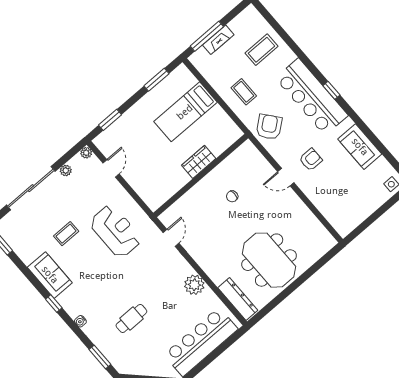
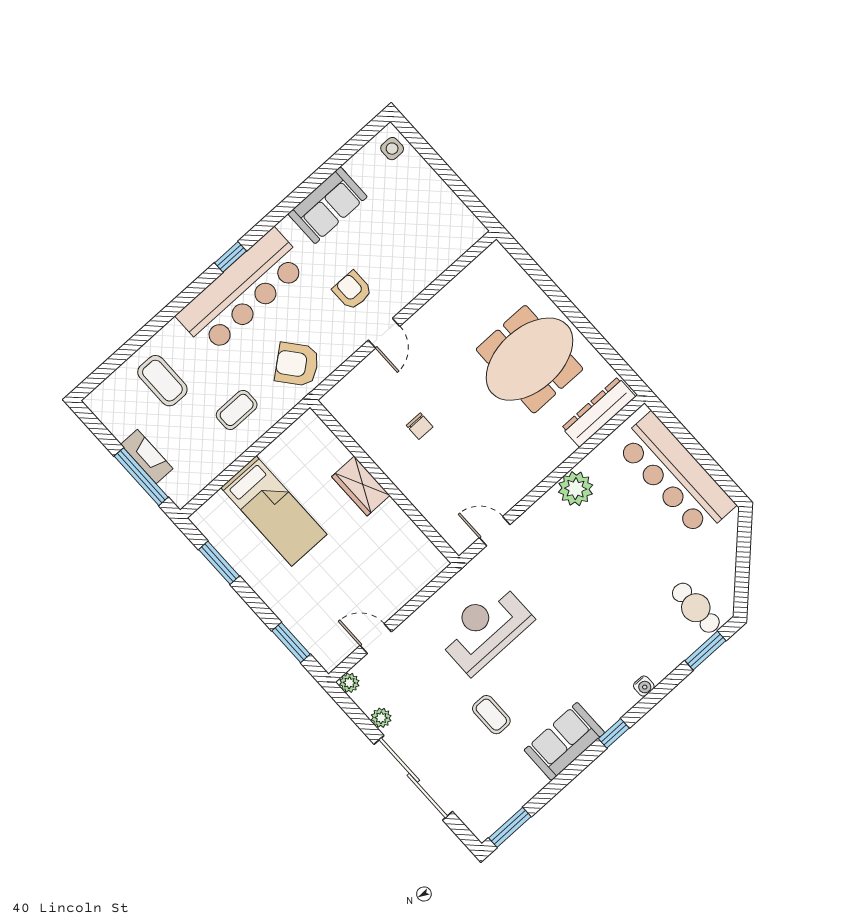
cafe table: (131, 318) -> (696, 608), moved

